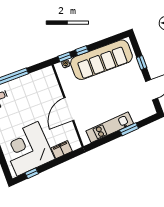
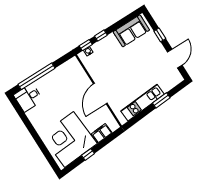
sofa: (101, 60) -> (131, 31), width x0.54, depth x0.79
window: (32, 173) -> (88, 154), moved

